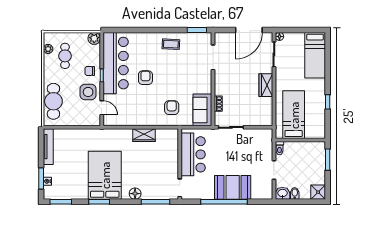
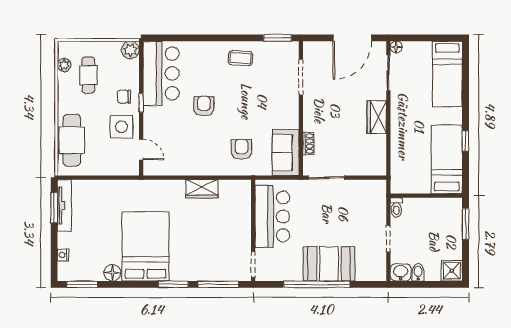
bar counter: (116, 63) -> (161, 73), width x0.73
bed: (294, 115) -> (447, 159), moved
window: (41, 179) -> (54, 208), moved
floor lamp: (135, 194) -> (112, 273), moved
window: (99, 202) -> (173, 284), moved

